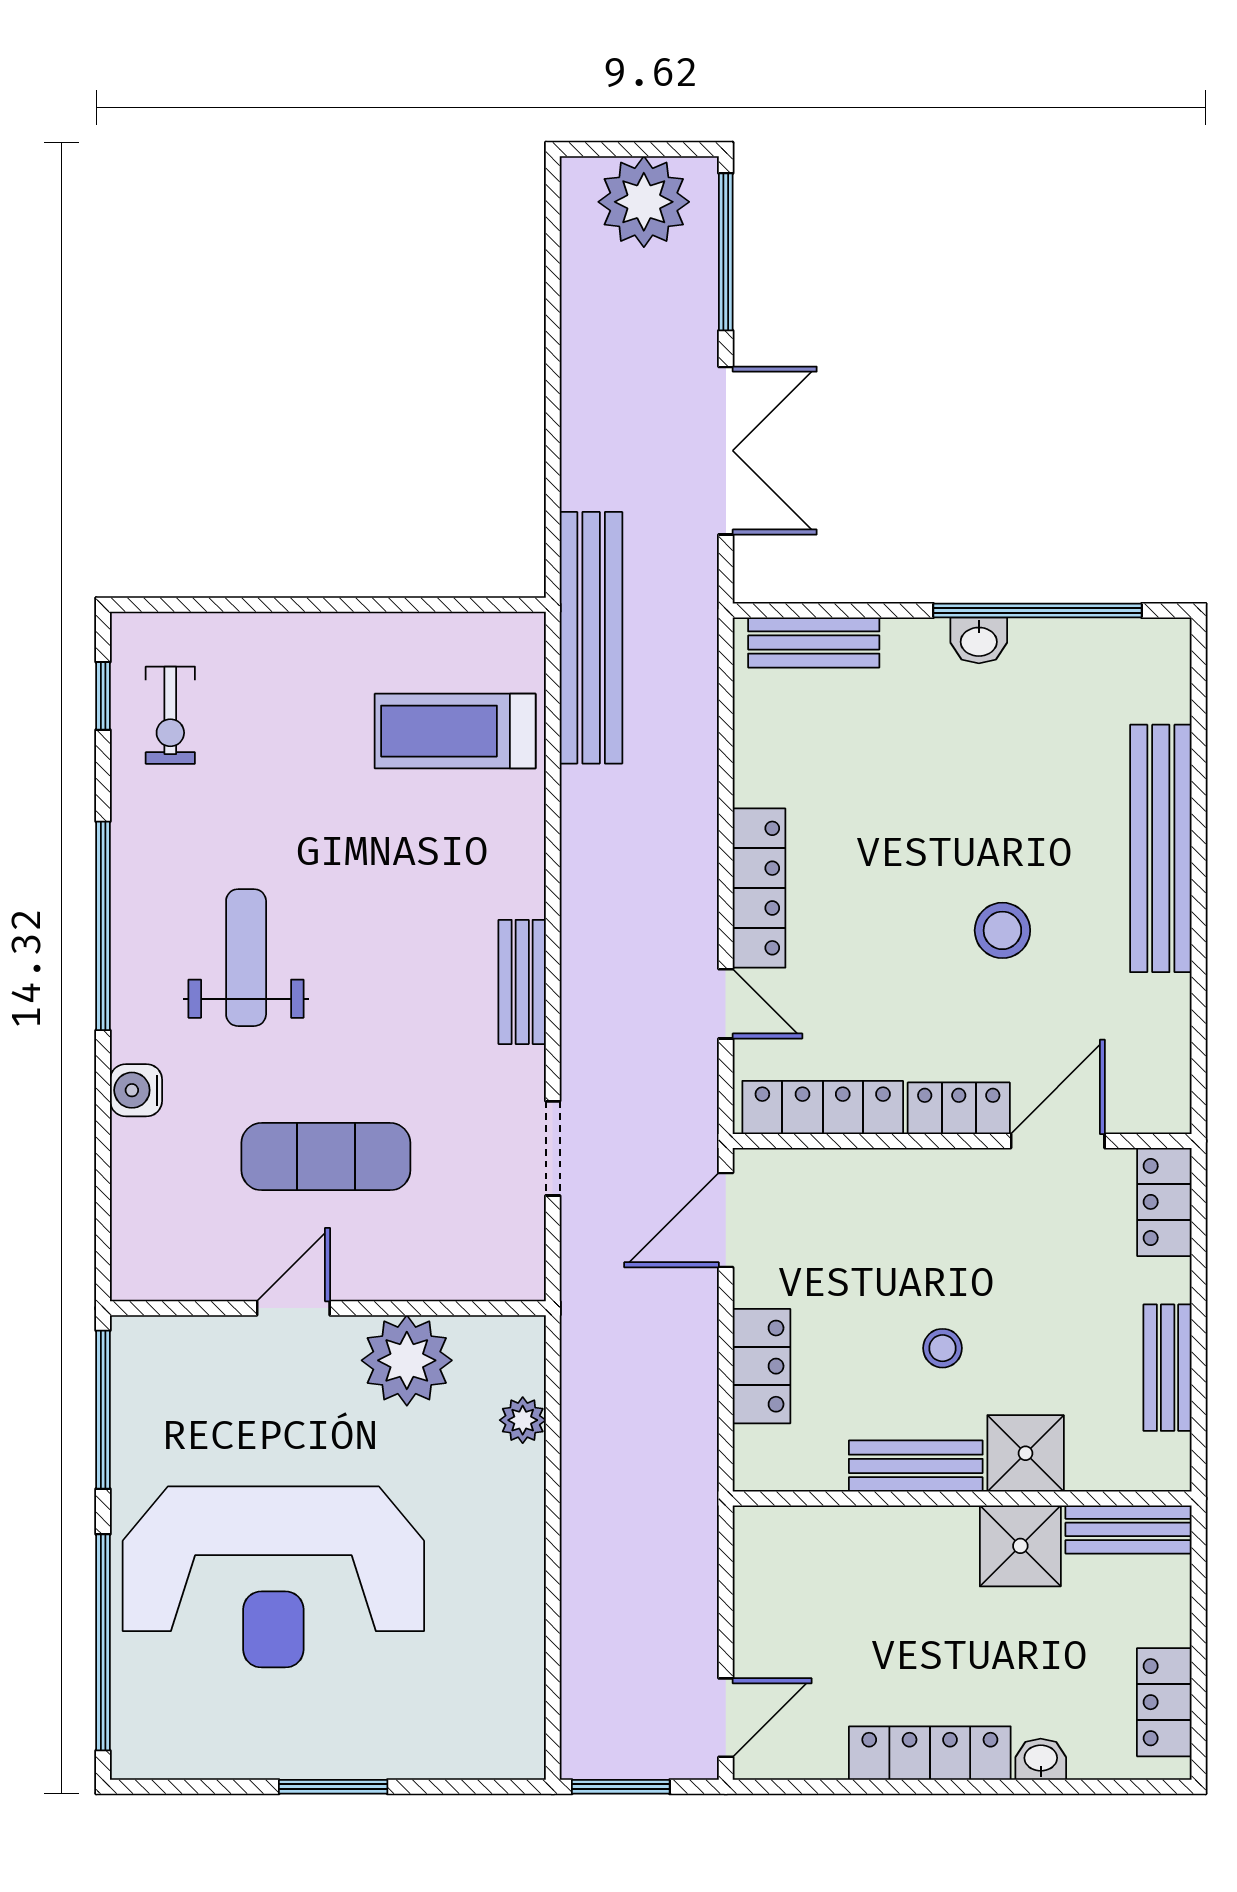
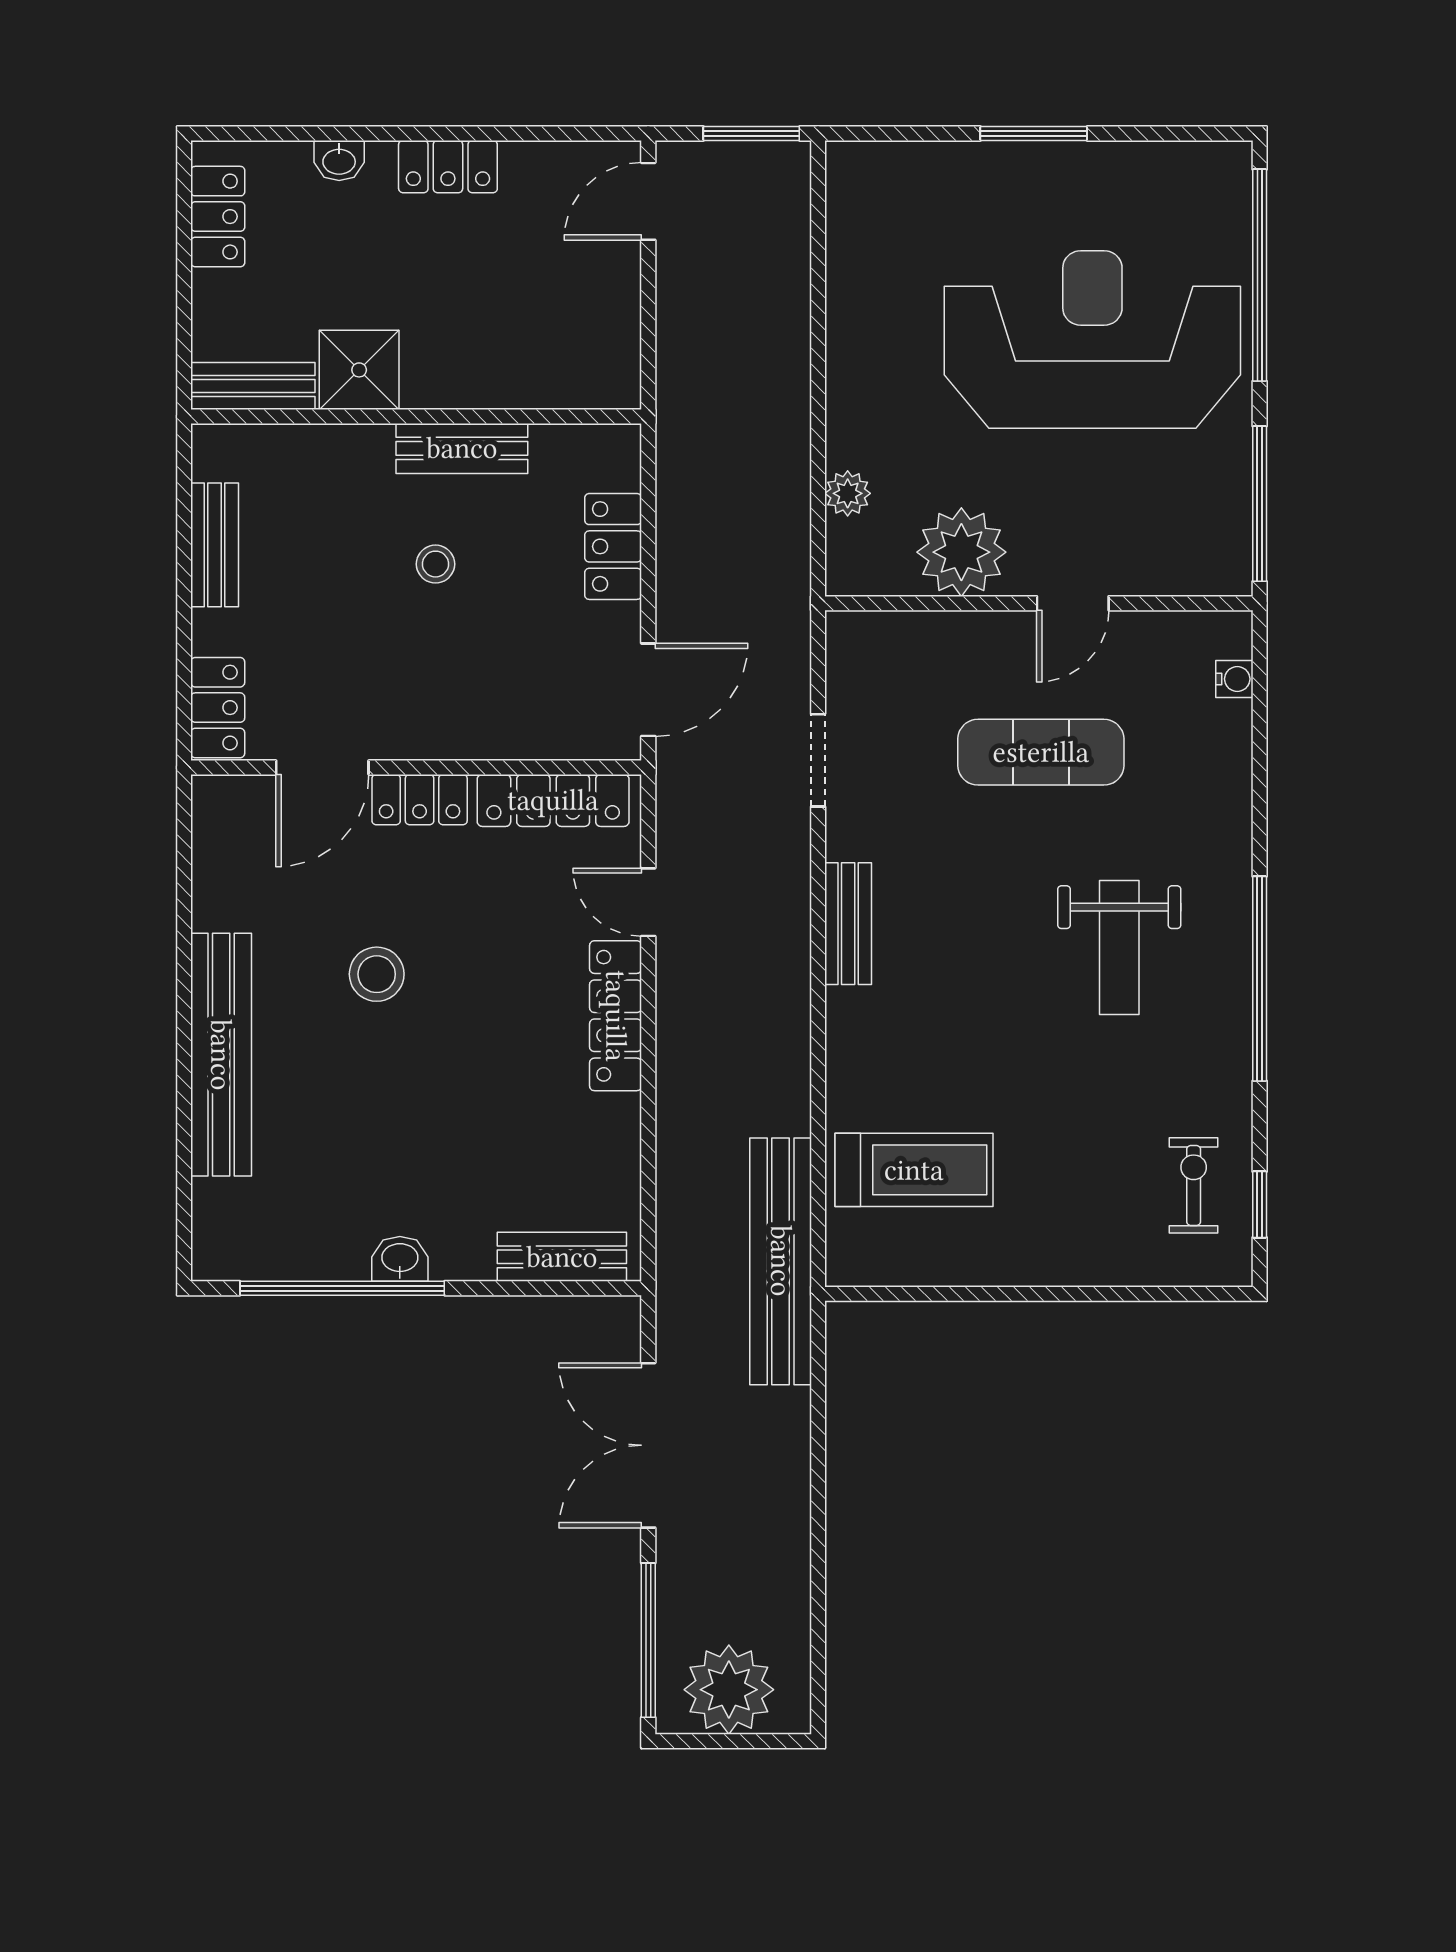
water cooler: (136, 1090) -> (1234, 679), moved, width x0.72, depth x0.72
shower: (1026, 1453) -> (354, 461), removed
locker: (930, 1753) -> (448, 167), width x0.66

